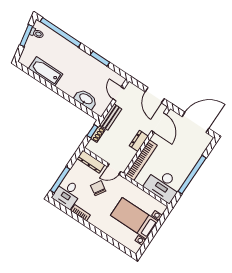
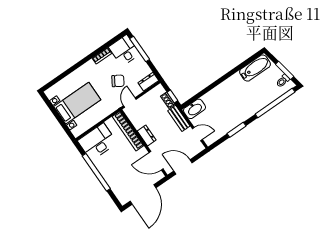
bathtub: (46, 71) -> (255, 68), moved
washbasin: (86, 99) -> (194, 109), moved
dresser: (91, 162) -> (148, 82), width x0.70

